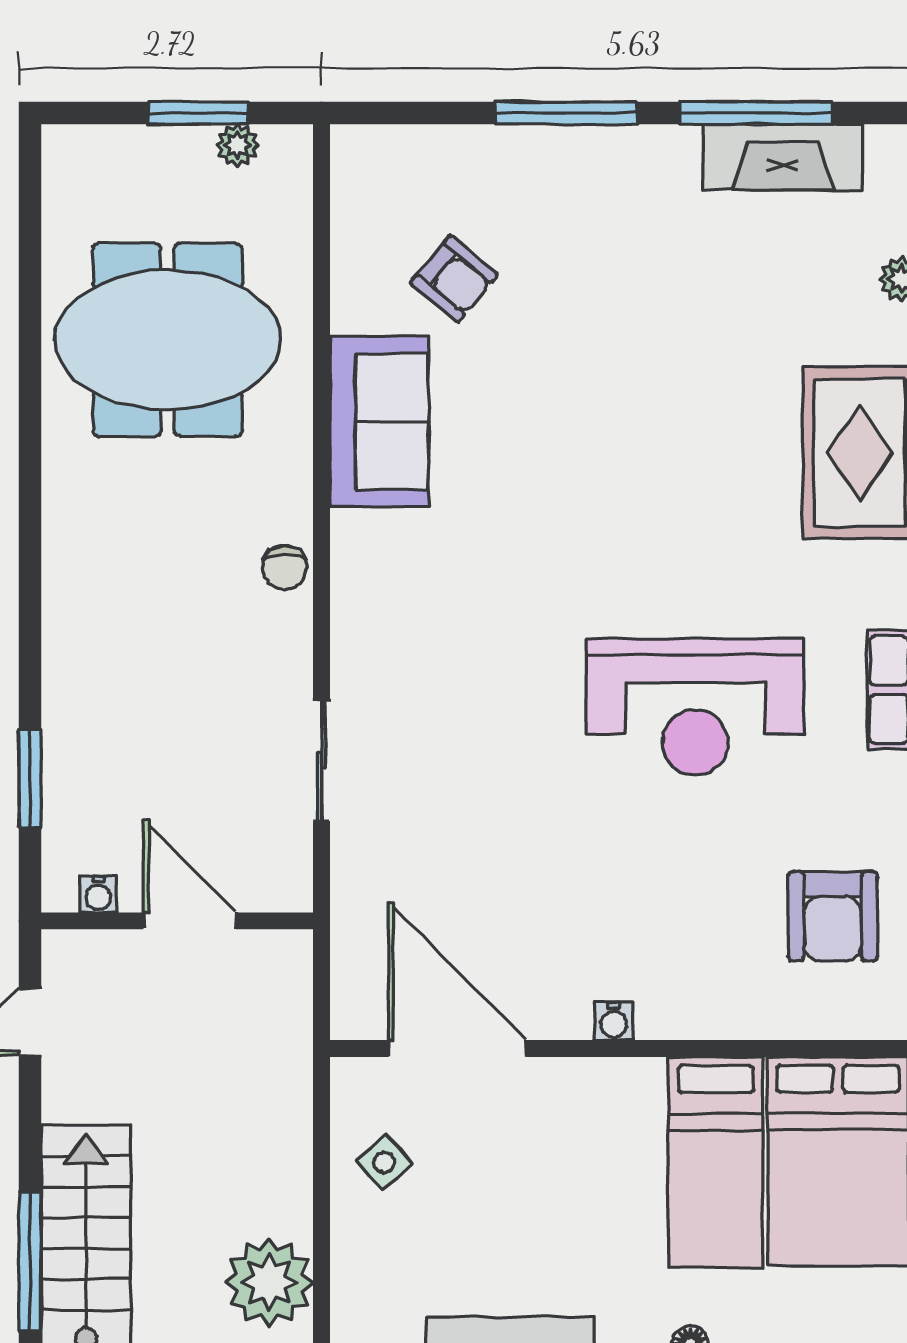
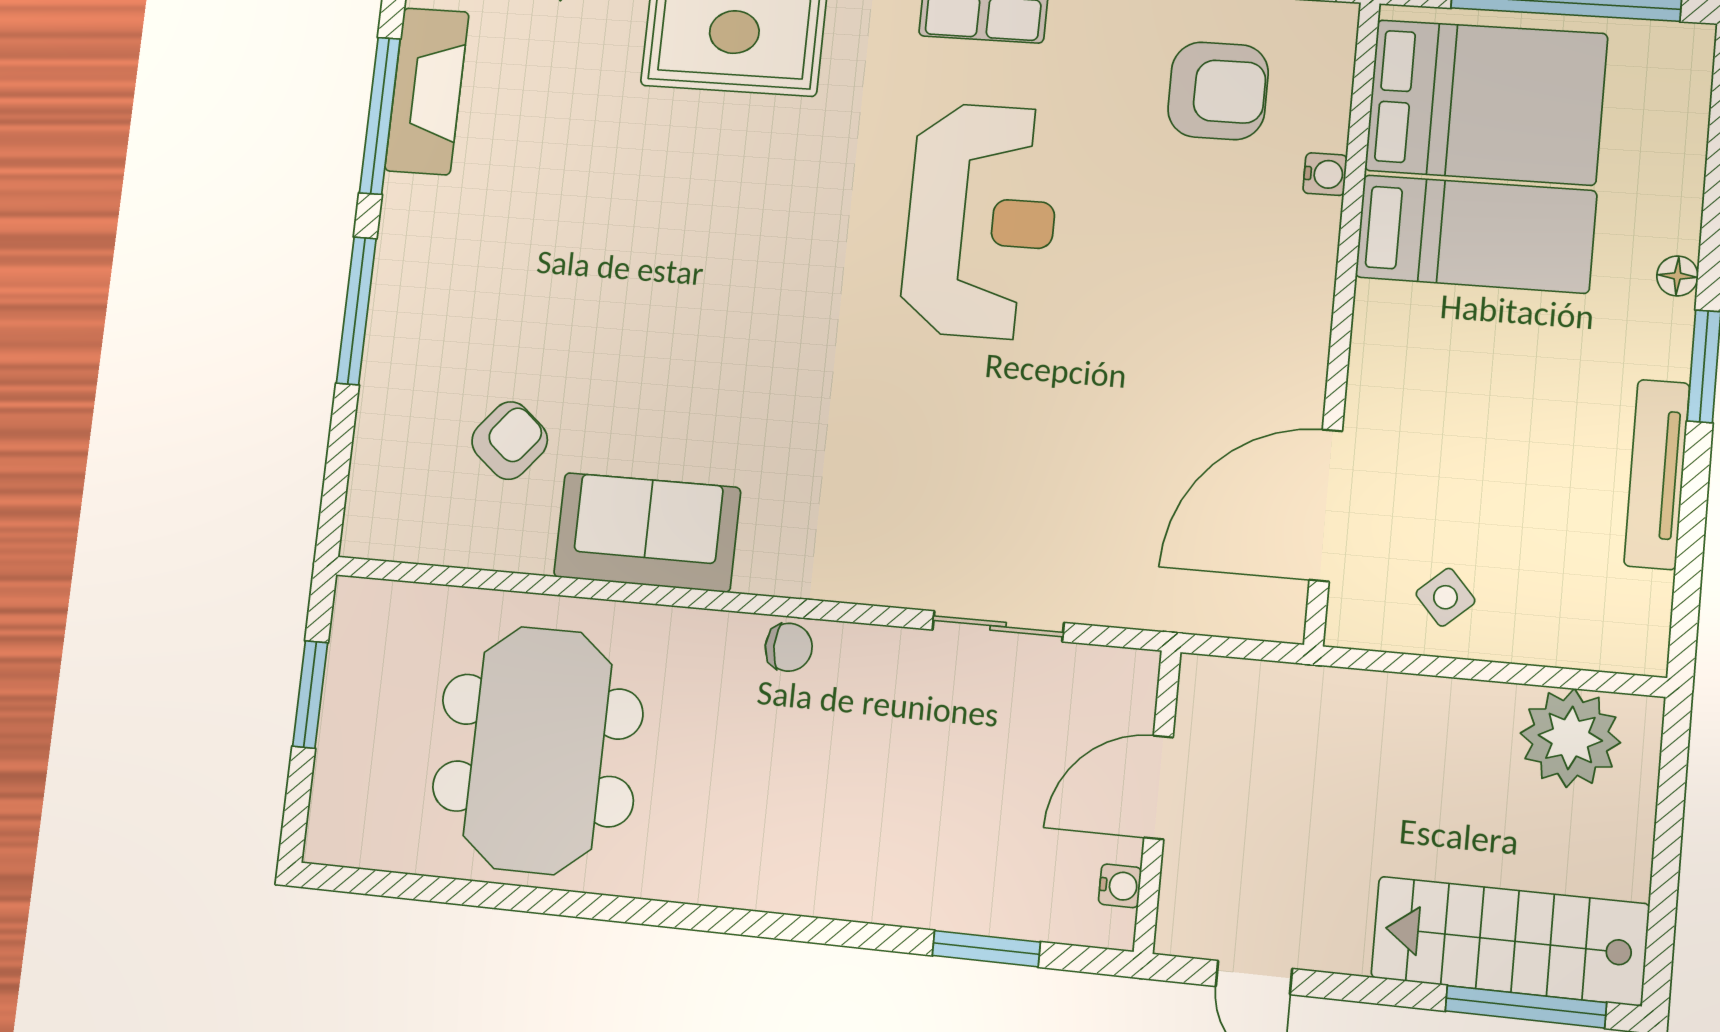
plant: (237, 145) -> (348, 656), removed
water cooler: (614, 1021) -> (1325, 174), moved

